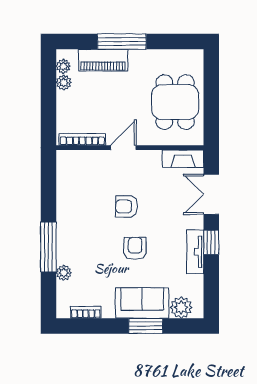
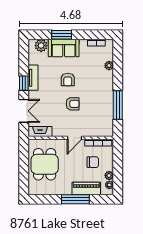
chair: (92, 106) -> (93, 162), added
window: (48, 247) -> (118, 105), moved

